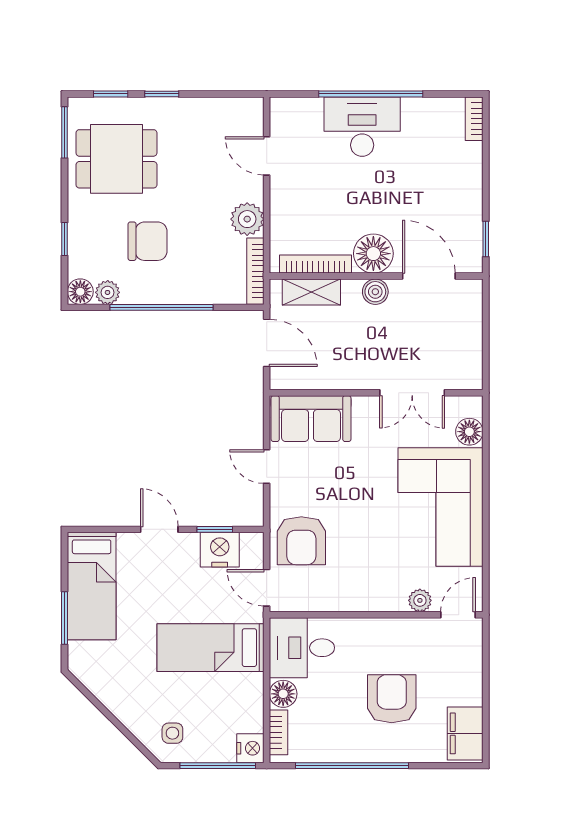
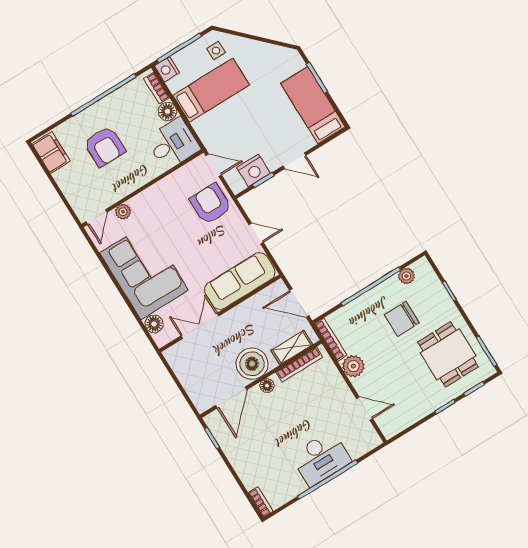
dining table: (116, 159) -> (448, 354), turned 90
floor lamp: (373, 254) -> (267, 386), width x0.53, depth x0.53
door: (429, 276) -> (231, 397), hinge flipped
floor lamp: (80, 292) -> (422, 267), removed
boiler: (375, 292) -> (252, 364), width x1.86, depth x1.86
sofa: (311, 419) -> (240, 281), width x1.36
bed: (210, 648) -> (211, 90), moved

